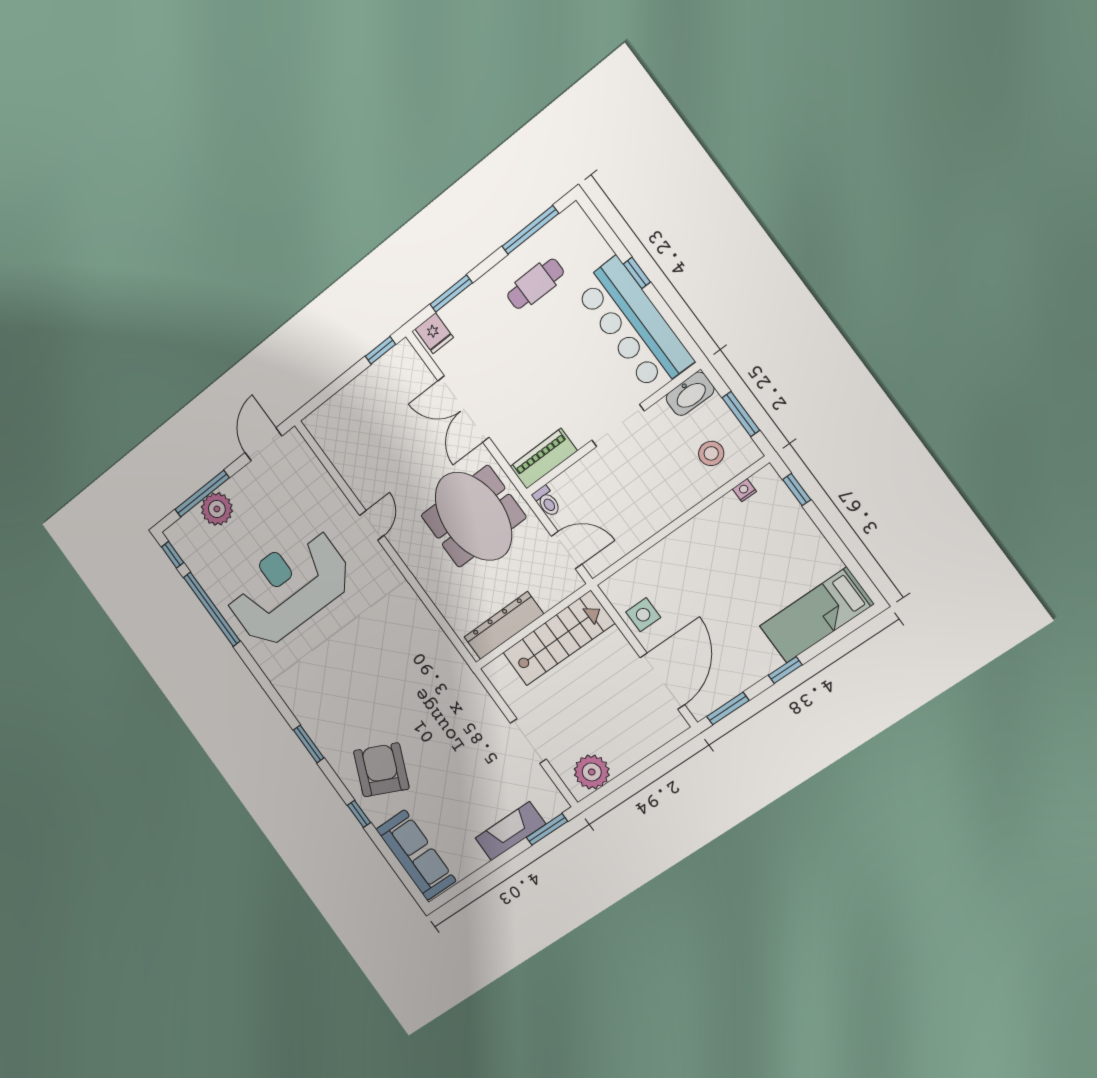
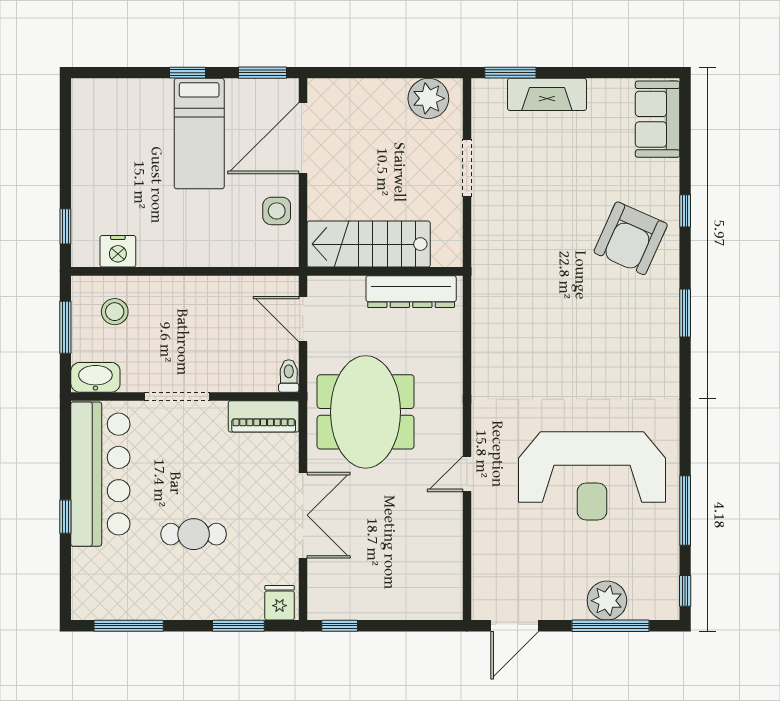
cafe table: (535, 284) -> (194, 534), moved
nightstand: (744, 490) -> (118, 251), width x1.89, depth x1.79
window: (212, 609) -> (685, 511), width x0.68
bed: (817, 615) -> (199, 134), moved, turned 90
sofa: (416, 855) -> (658, 119), width x0.73

